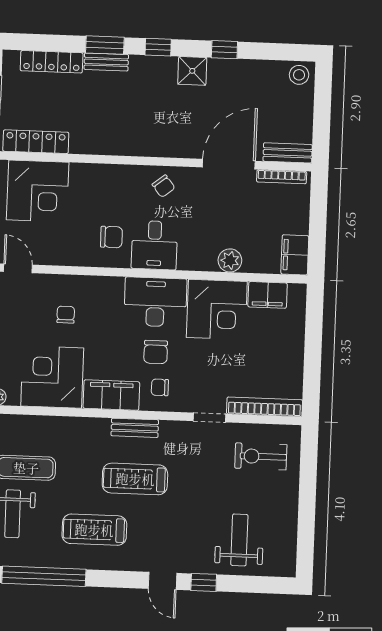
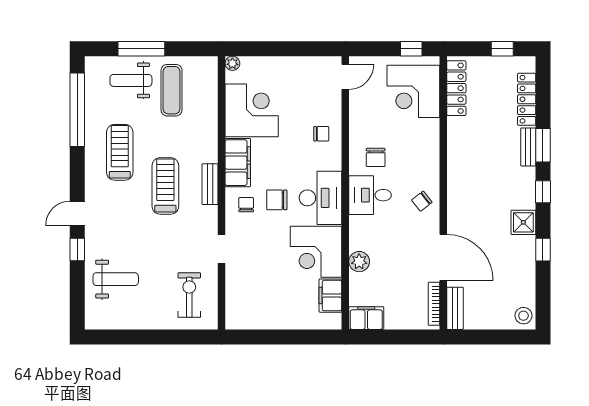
chair: (66, 315) -> (321, 134), moved
bookcase: (264, 407) -> (233, 297), removed

